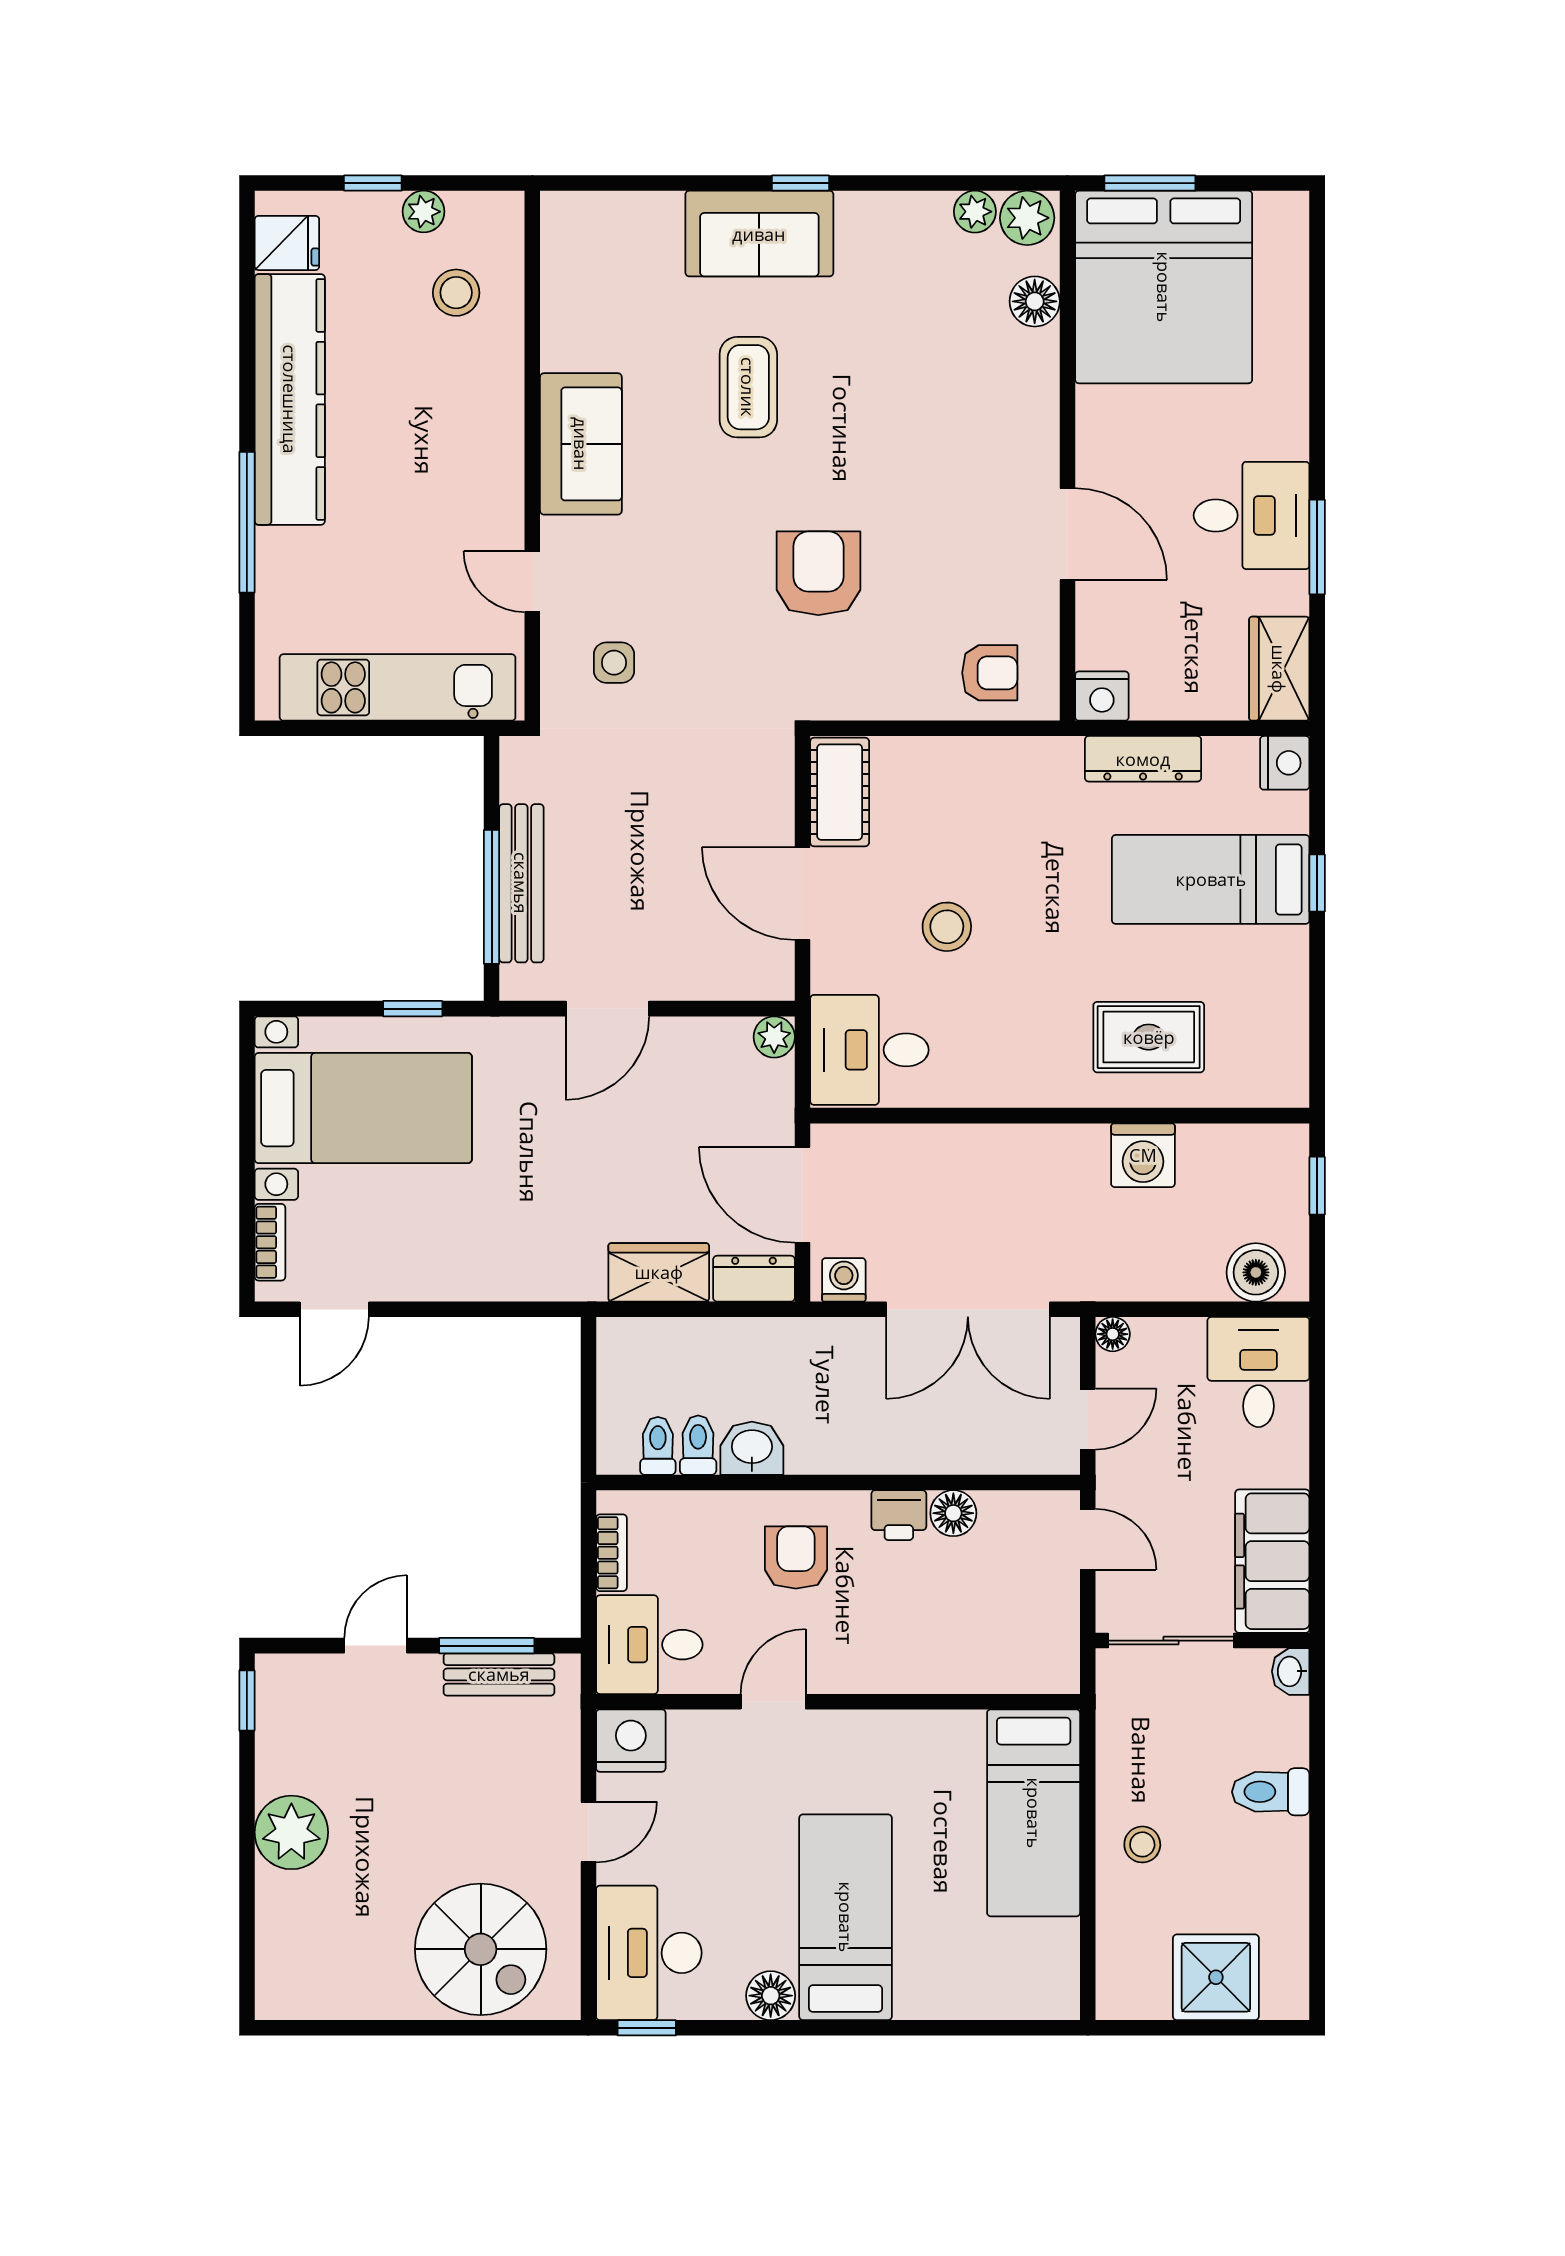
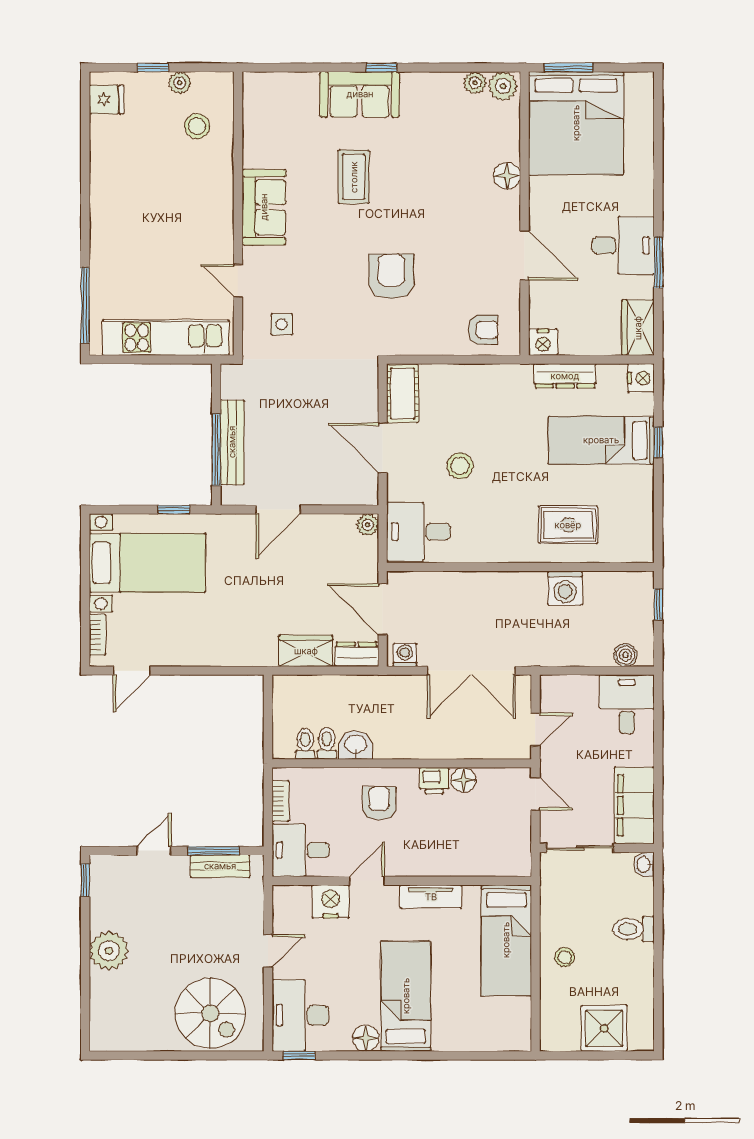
floor lamp: (1035, 301) -> (507, 176), moved
kitchen counter: (290, 399) -> (108, 183), removed
window: (247, 522) -> (85, 305), moved
boiler: (1256, 1272) -> (625, 655), width x0.73, depth x0.73
floor lamp: (1113, 1334) -> (549, 684), removed
tv unit: (892, 1731) -> (431, 897), added
nightstand: (631, 1741) -> (330, 902), moved

